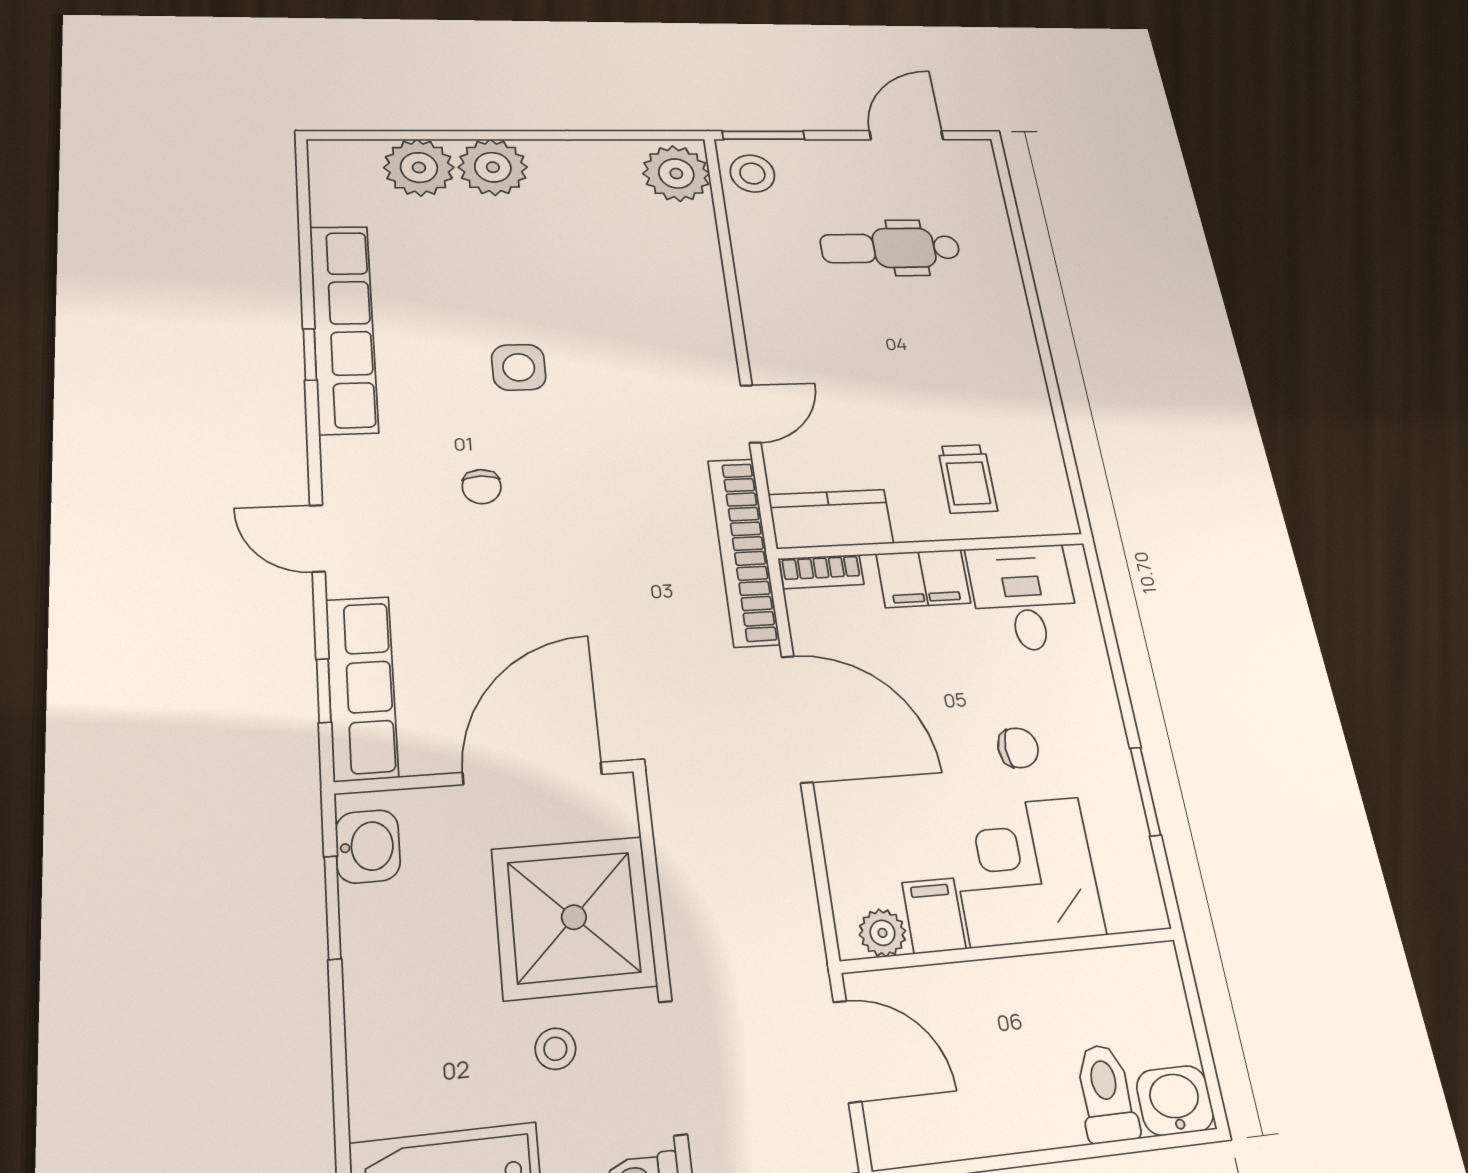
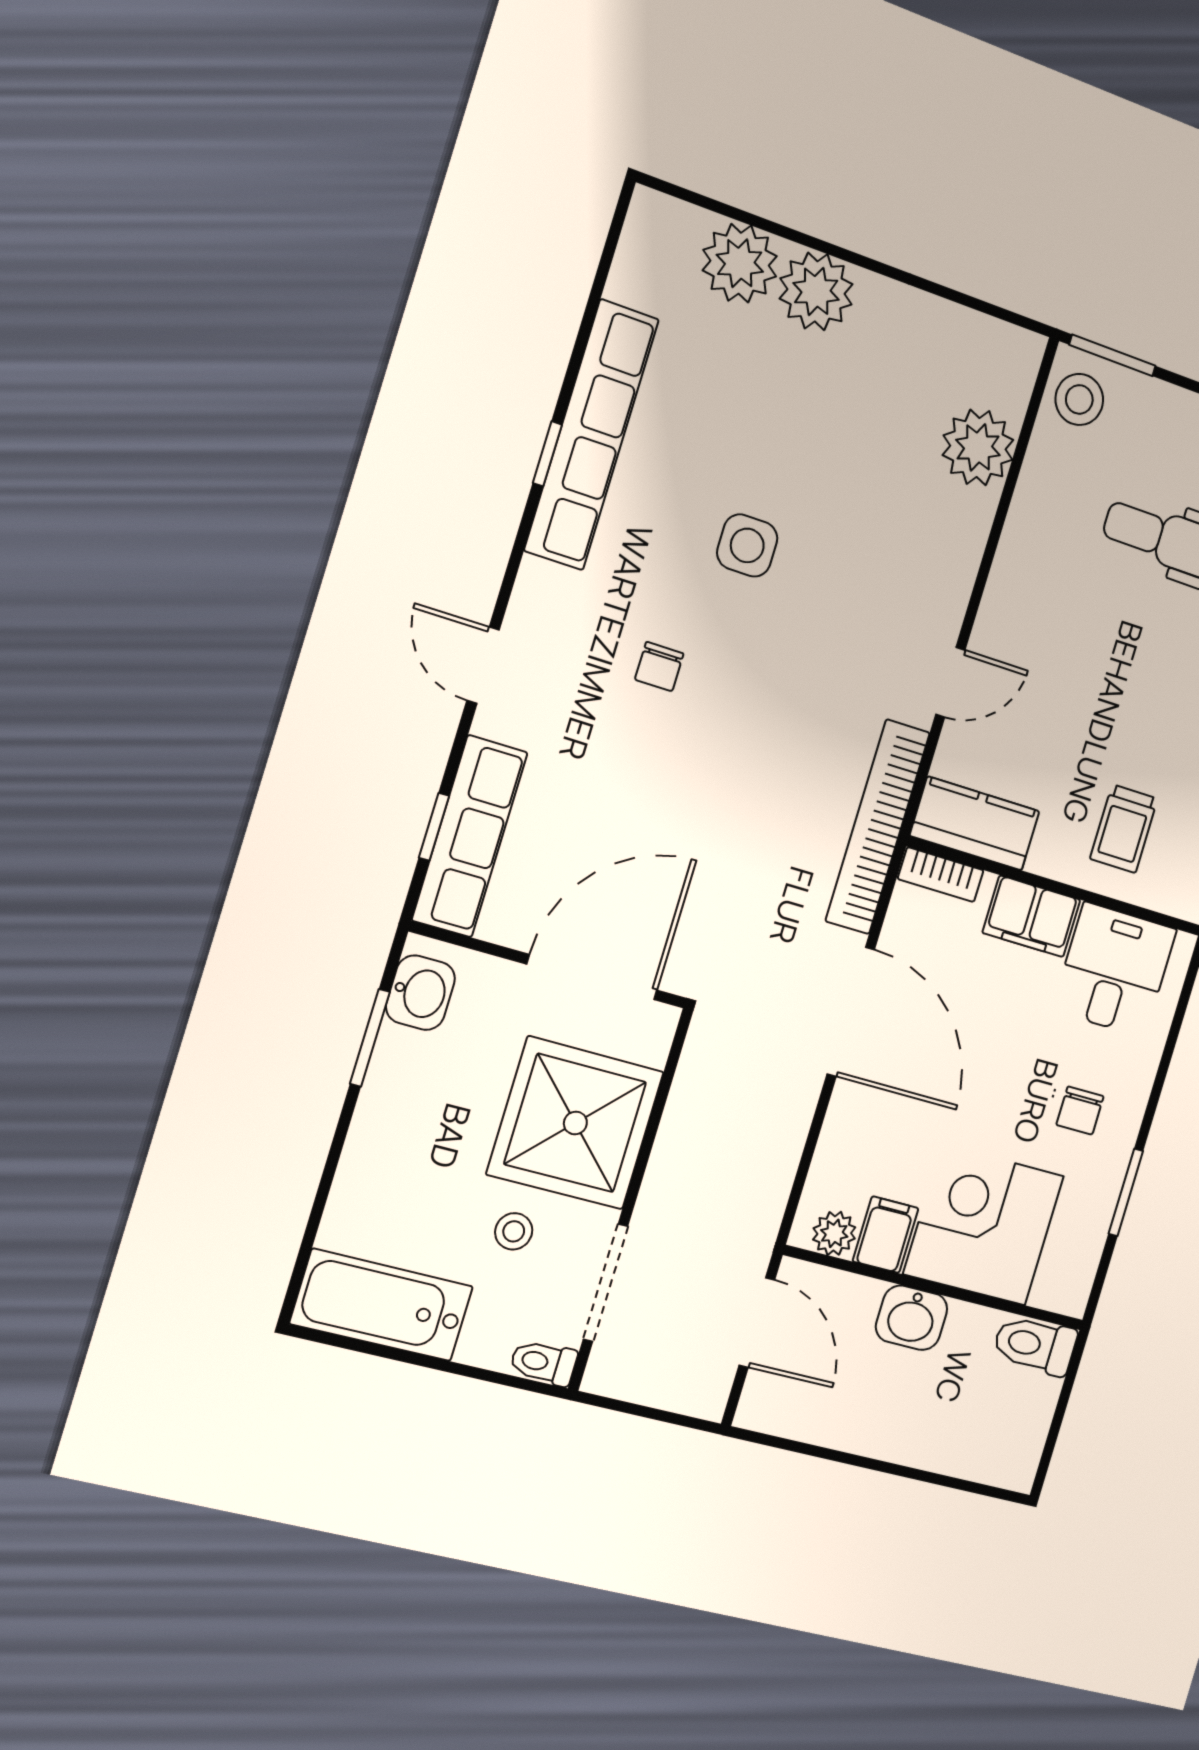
plant: (676, 173) -> (978, 447), moved
chair: (1018, 748) -> (1080, 1111), moved, turned 90
toilet: (1106, 1093) -> (1035, 1345), moved, turned -90
washbasin: (1175, 1101) -> (912, 1318), moved, turned 180

